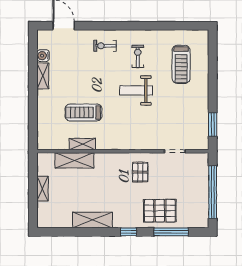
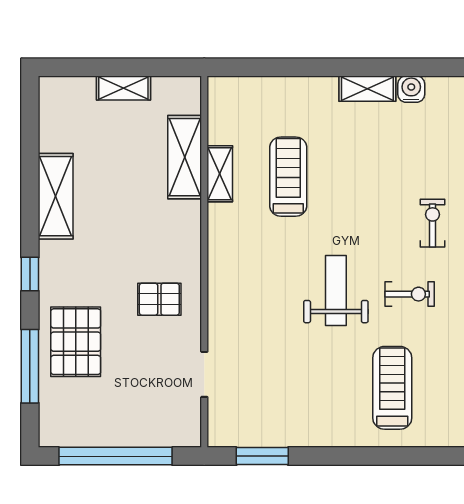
treadmill: (181, 64) -> (392, 388), turned 90

